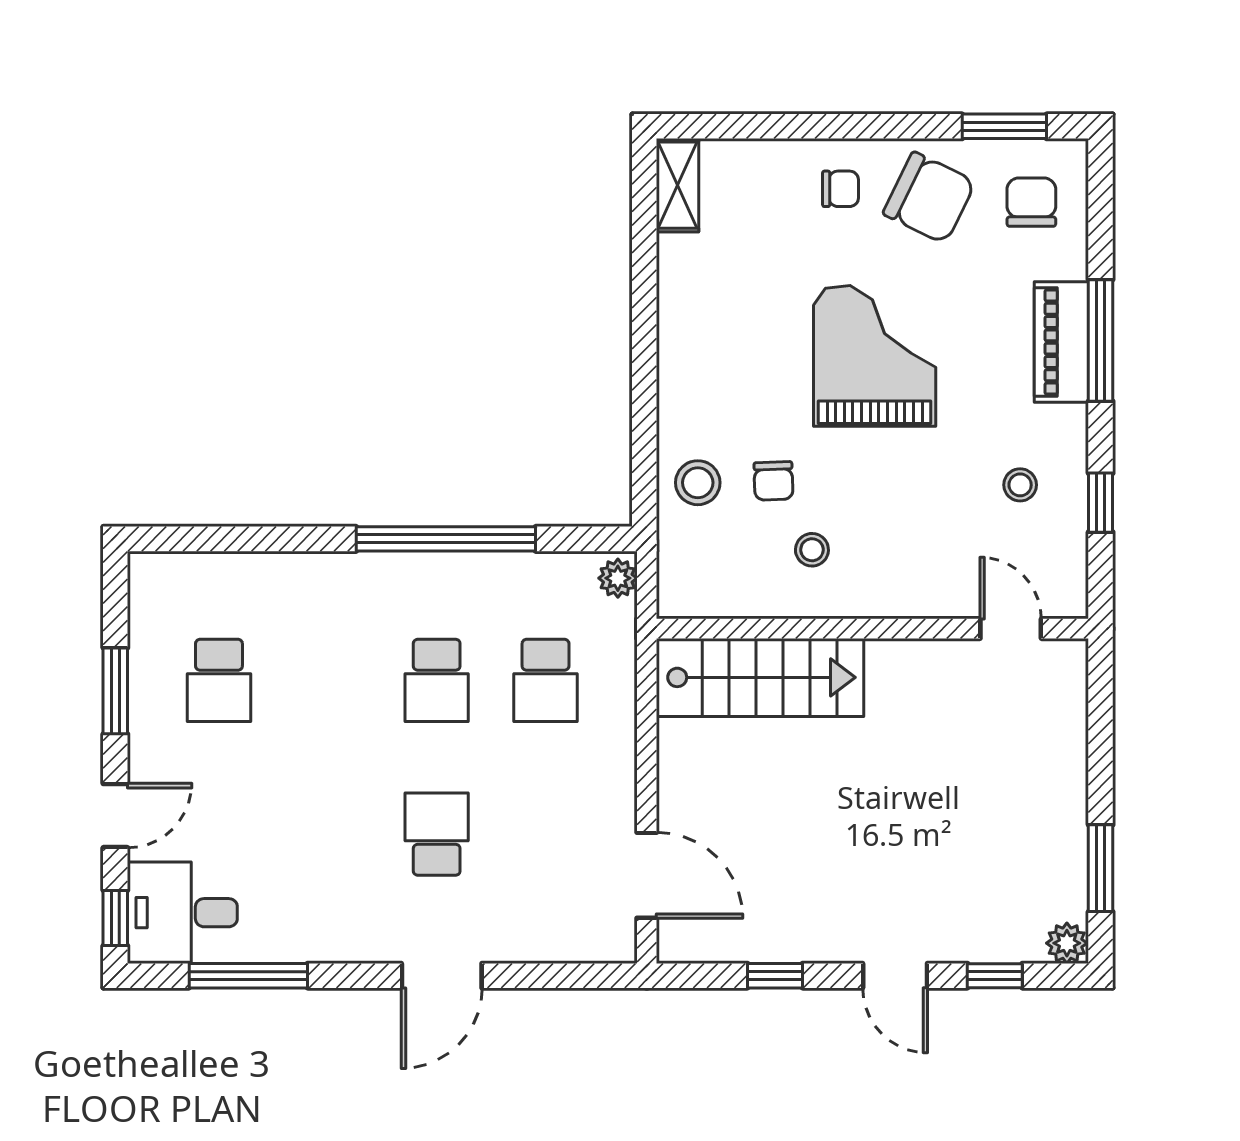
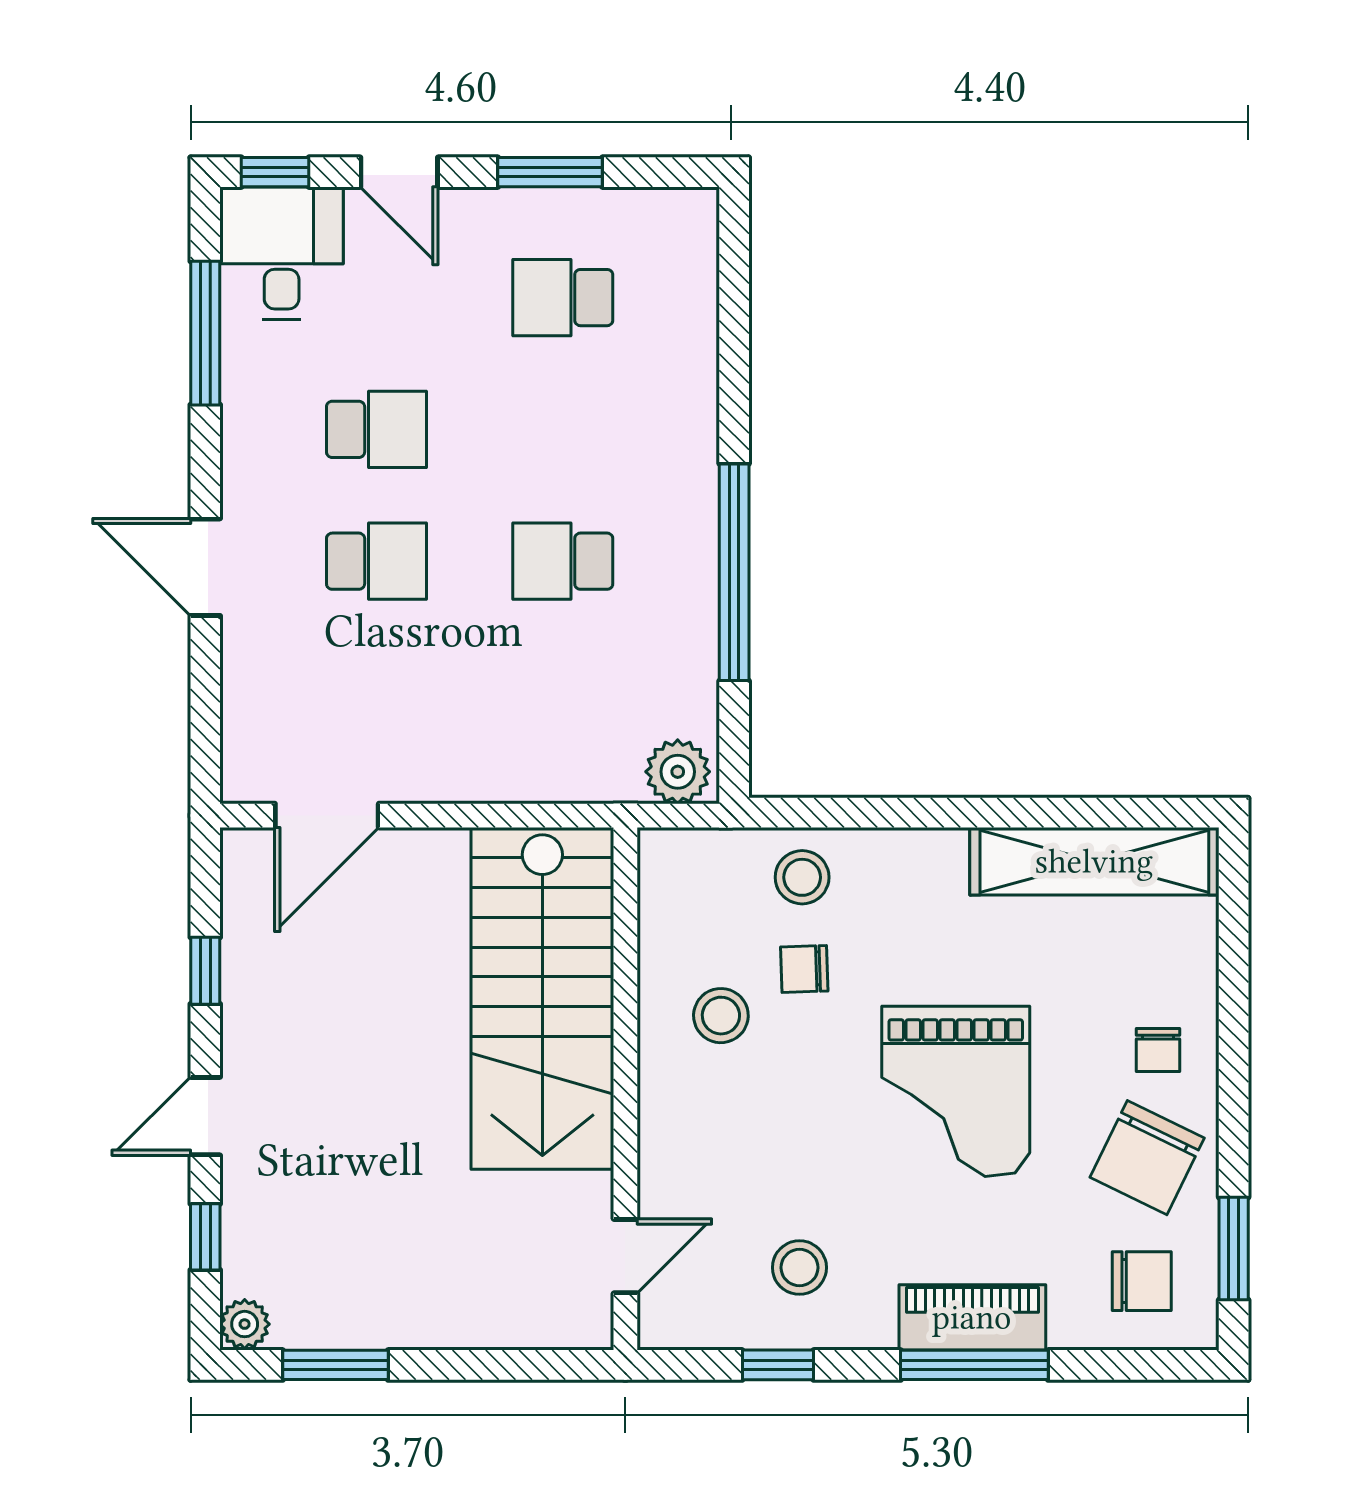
shelving: (677, 185) -> (1094, 861), width x2.20, depth x1.33
grand piano: (875, 356) -> (956, 1091), turned 90
stool: (1020, 485) -> (799, 1268), width x1.37, depth x1.37
stool: (812, 550) -> (721, 1016), width x1.37, depth x1.37
plant: (618, 578) -> (678, 772), width x1.38, depth x1.38
stairs: (760, 677) -> (542, 998), width x1.36, depth x1.51
school desk: (546, 680) -> (377, 429), moved, turned 180

